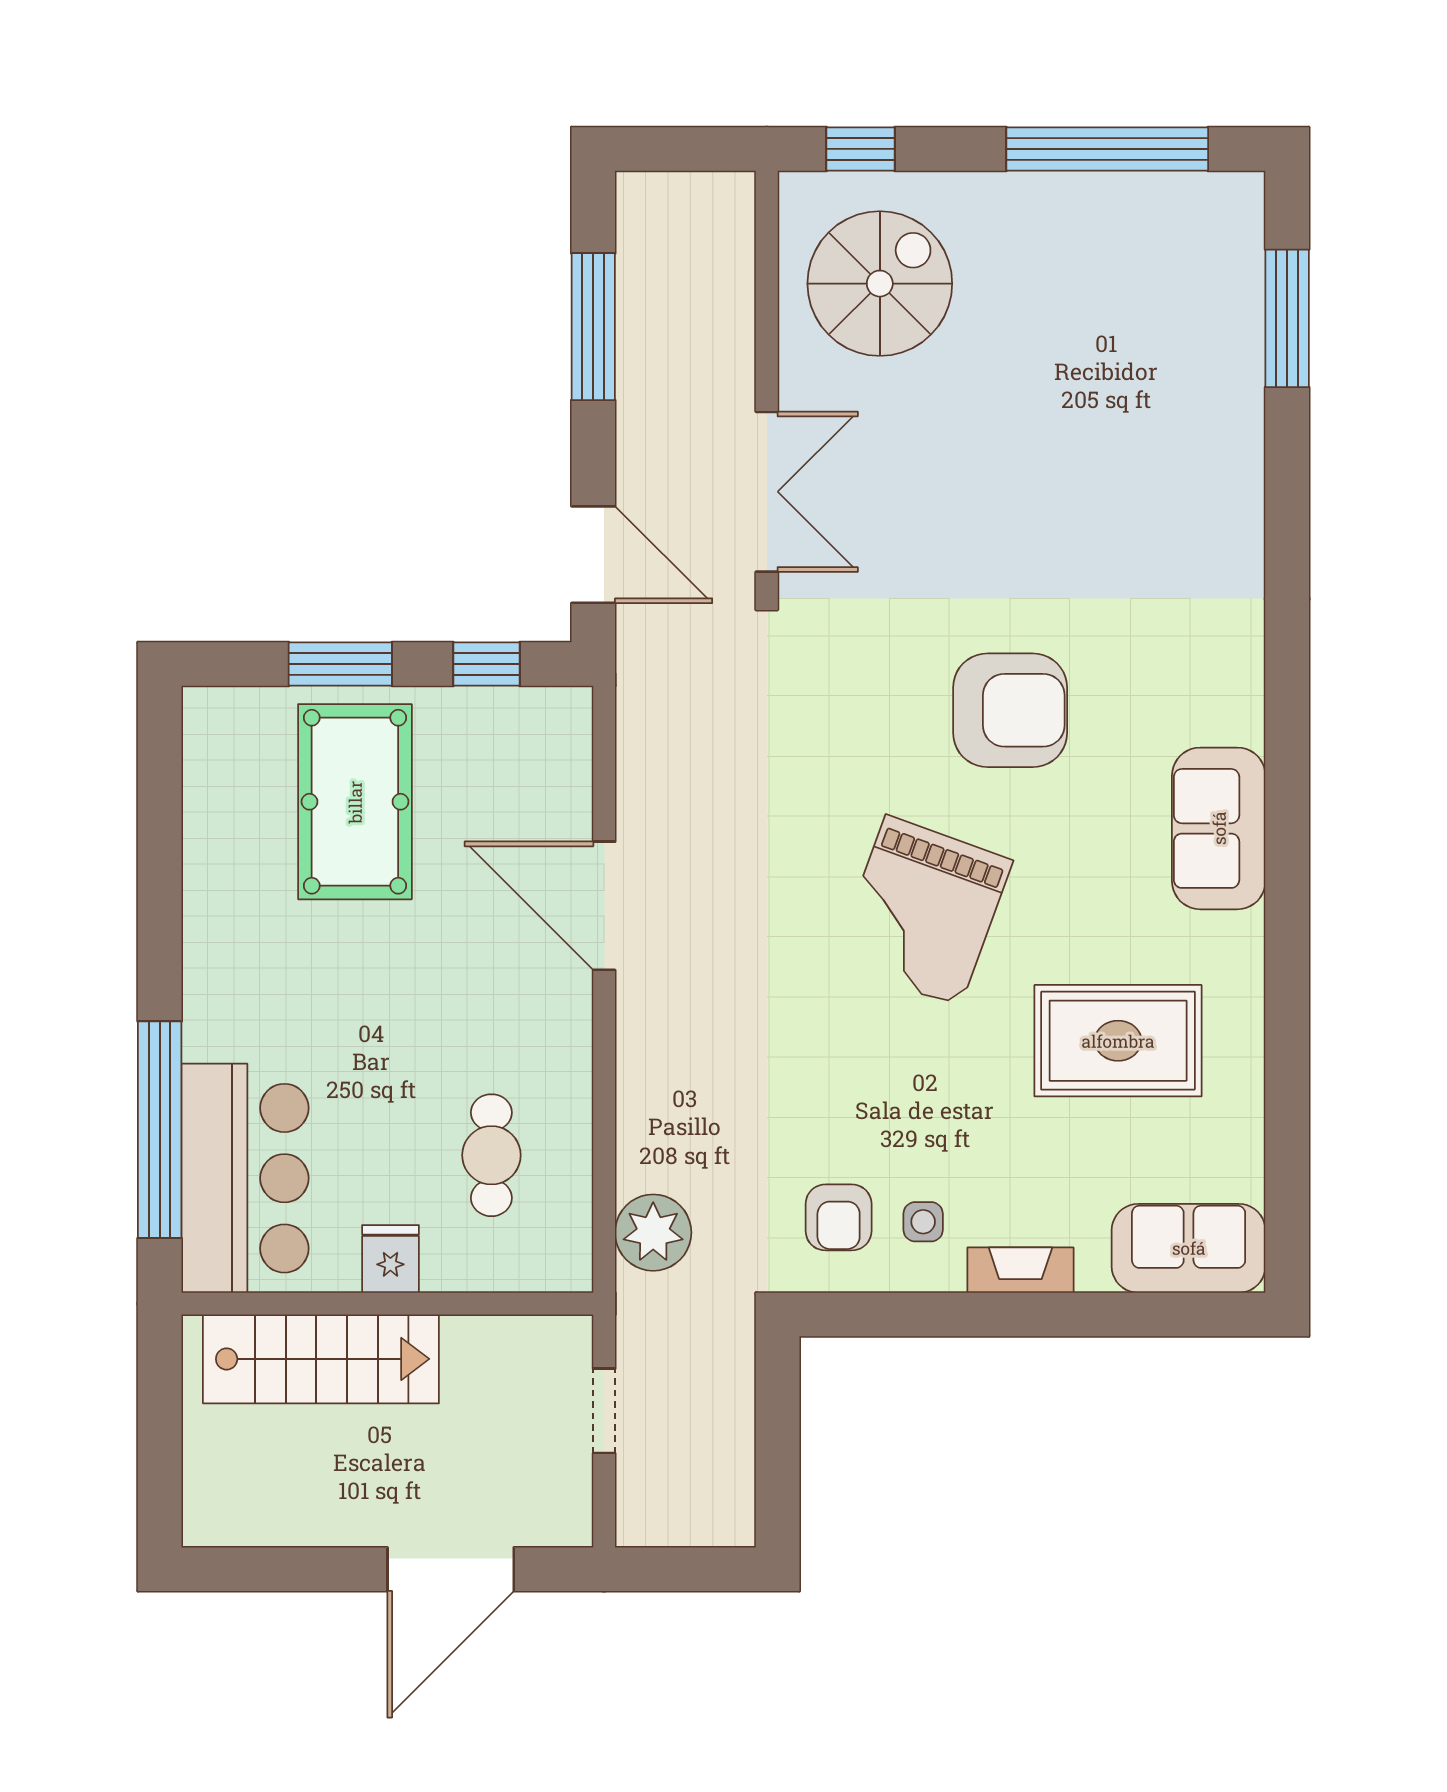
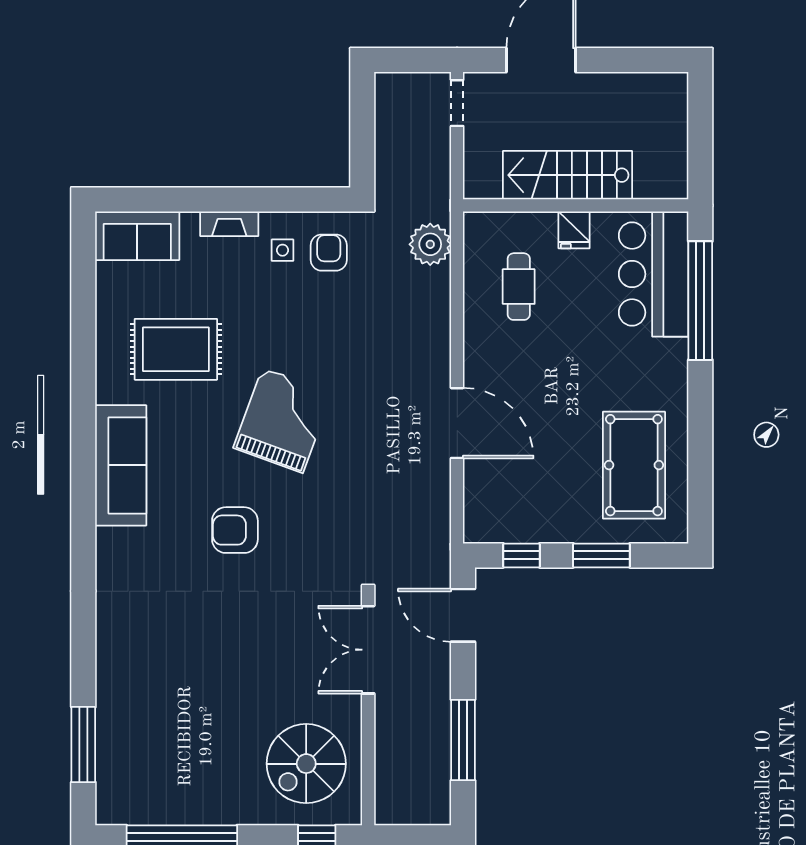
armchair: (1010, 710) -> (235, 530), width x0.73, depth x0.73
pool table: (355, 802) -> (634, 465), moved
sofa: (1219, 828) -> (121, 465), width x1.36
stairs: (321, 1359) -> (567, 175), moved
doorway: (604, 1411) -> (457, 103), moved

